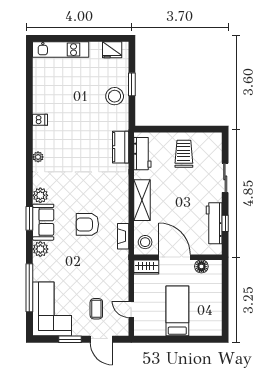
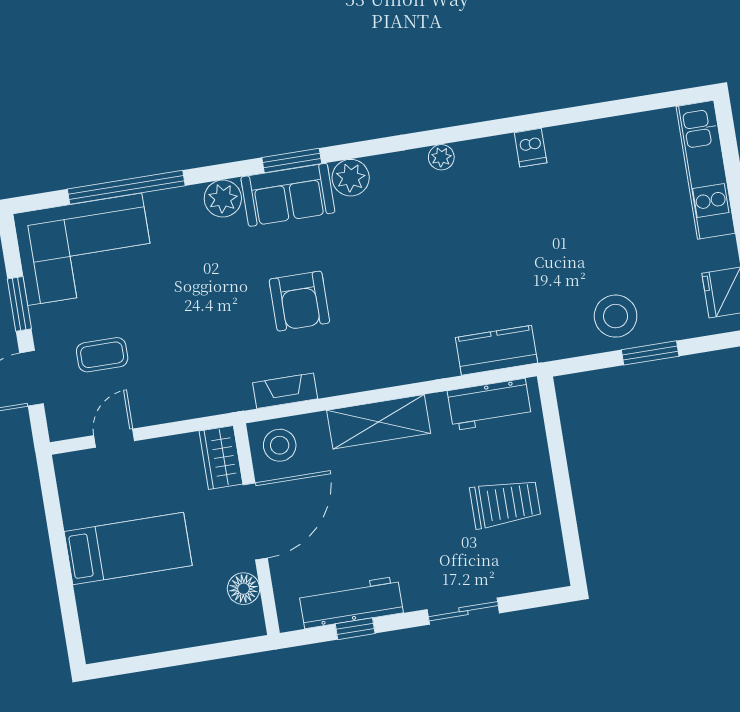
armchair: (87, 224) -> (299, 301), turned 180

